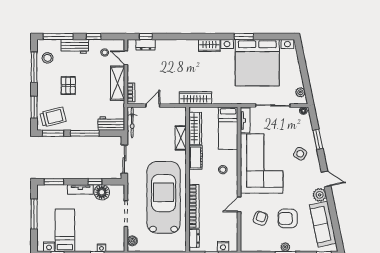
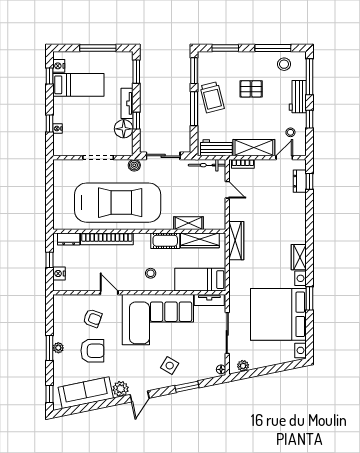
trolley: (53, 117) -> (212, 97), moved
workbench: (111, 124) -> (216, 148), moved, turned -90
armchair: (288, 218) -> (92, 351), turned 90
boiler: (132, 241) -> (134, 165), moved

